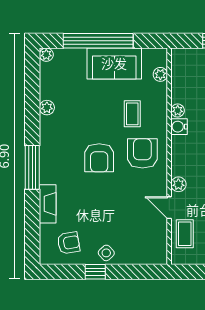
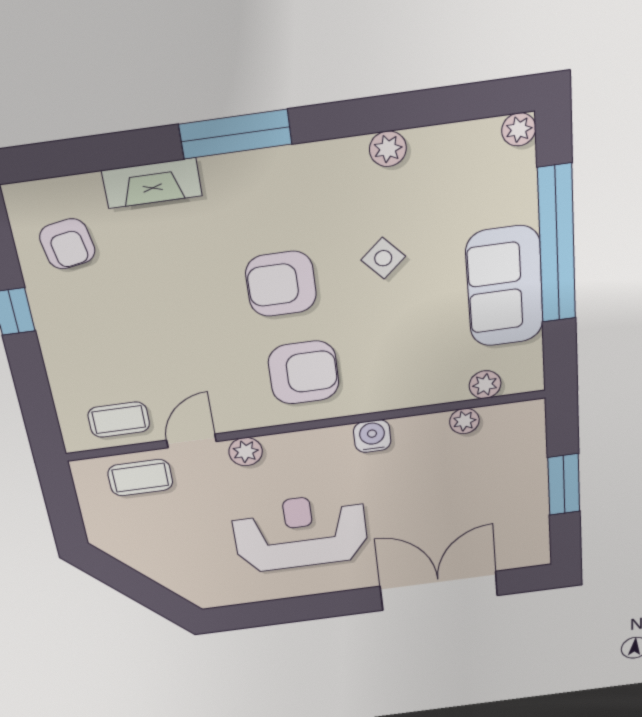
plant: (178, 110) -> (464, 421), moved
coffee table: (132, 114) -> (119, 420), moved
side table: (106, 253) -> (383, 258), moved

